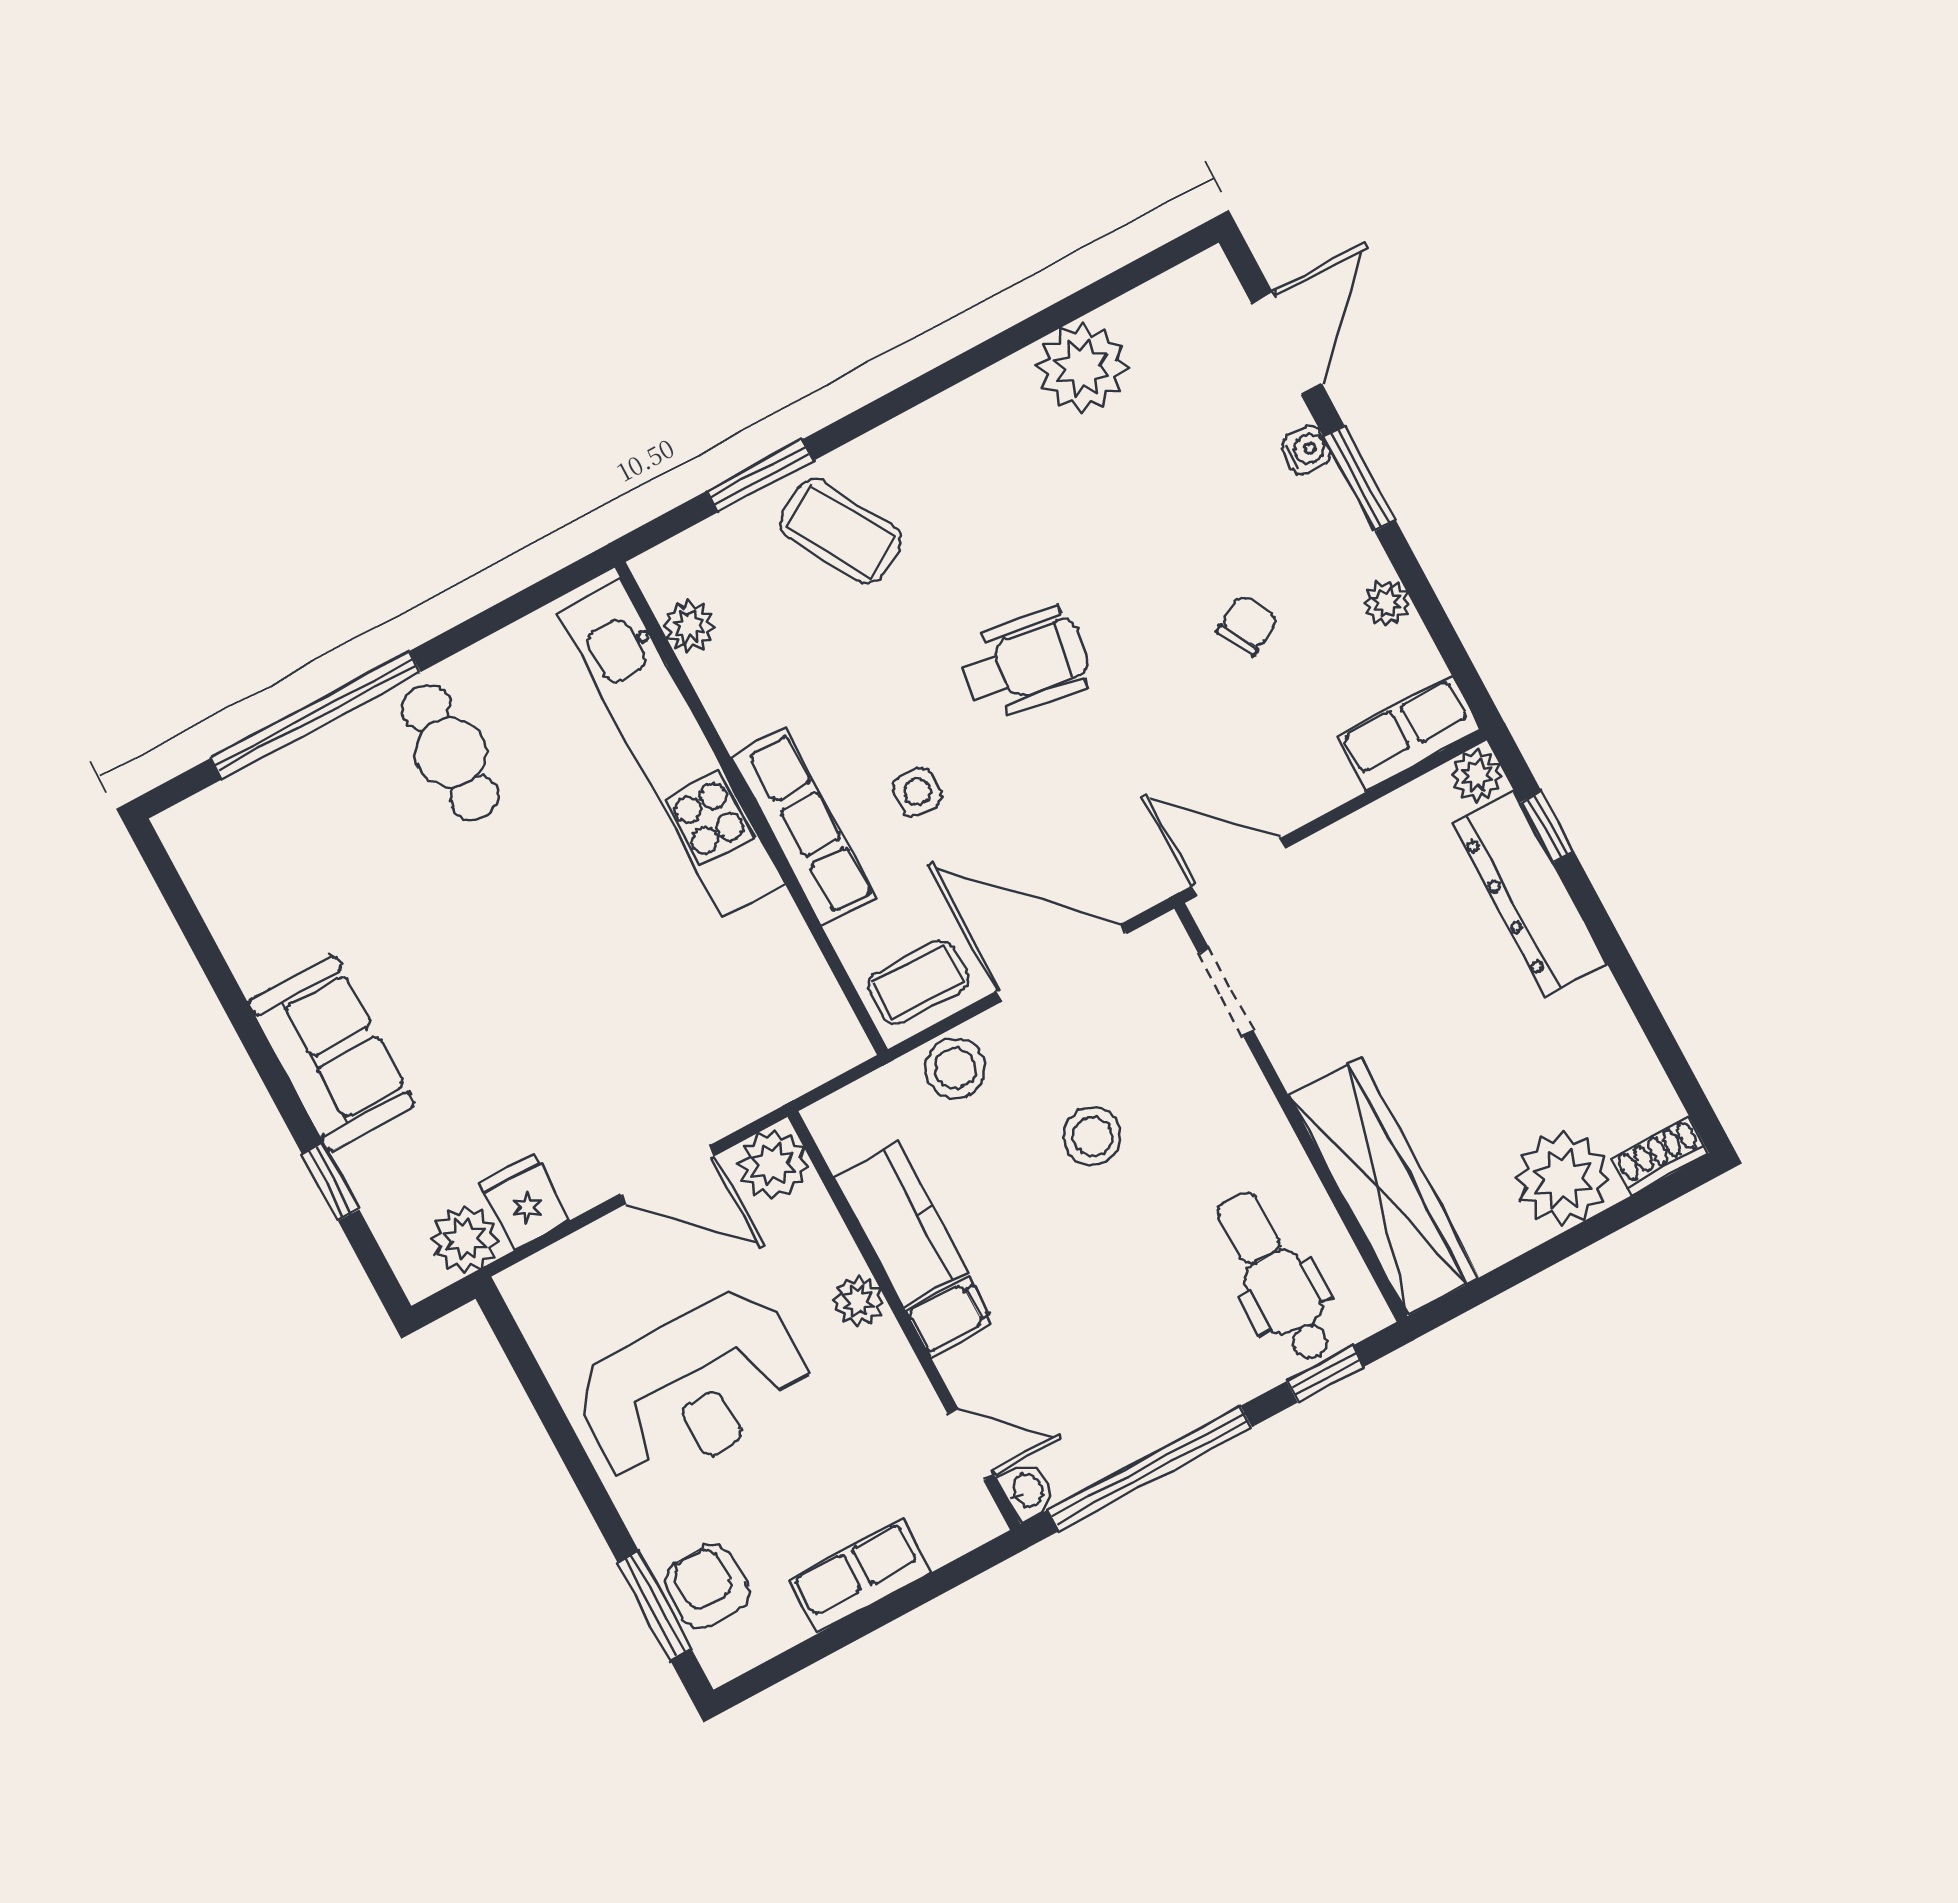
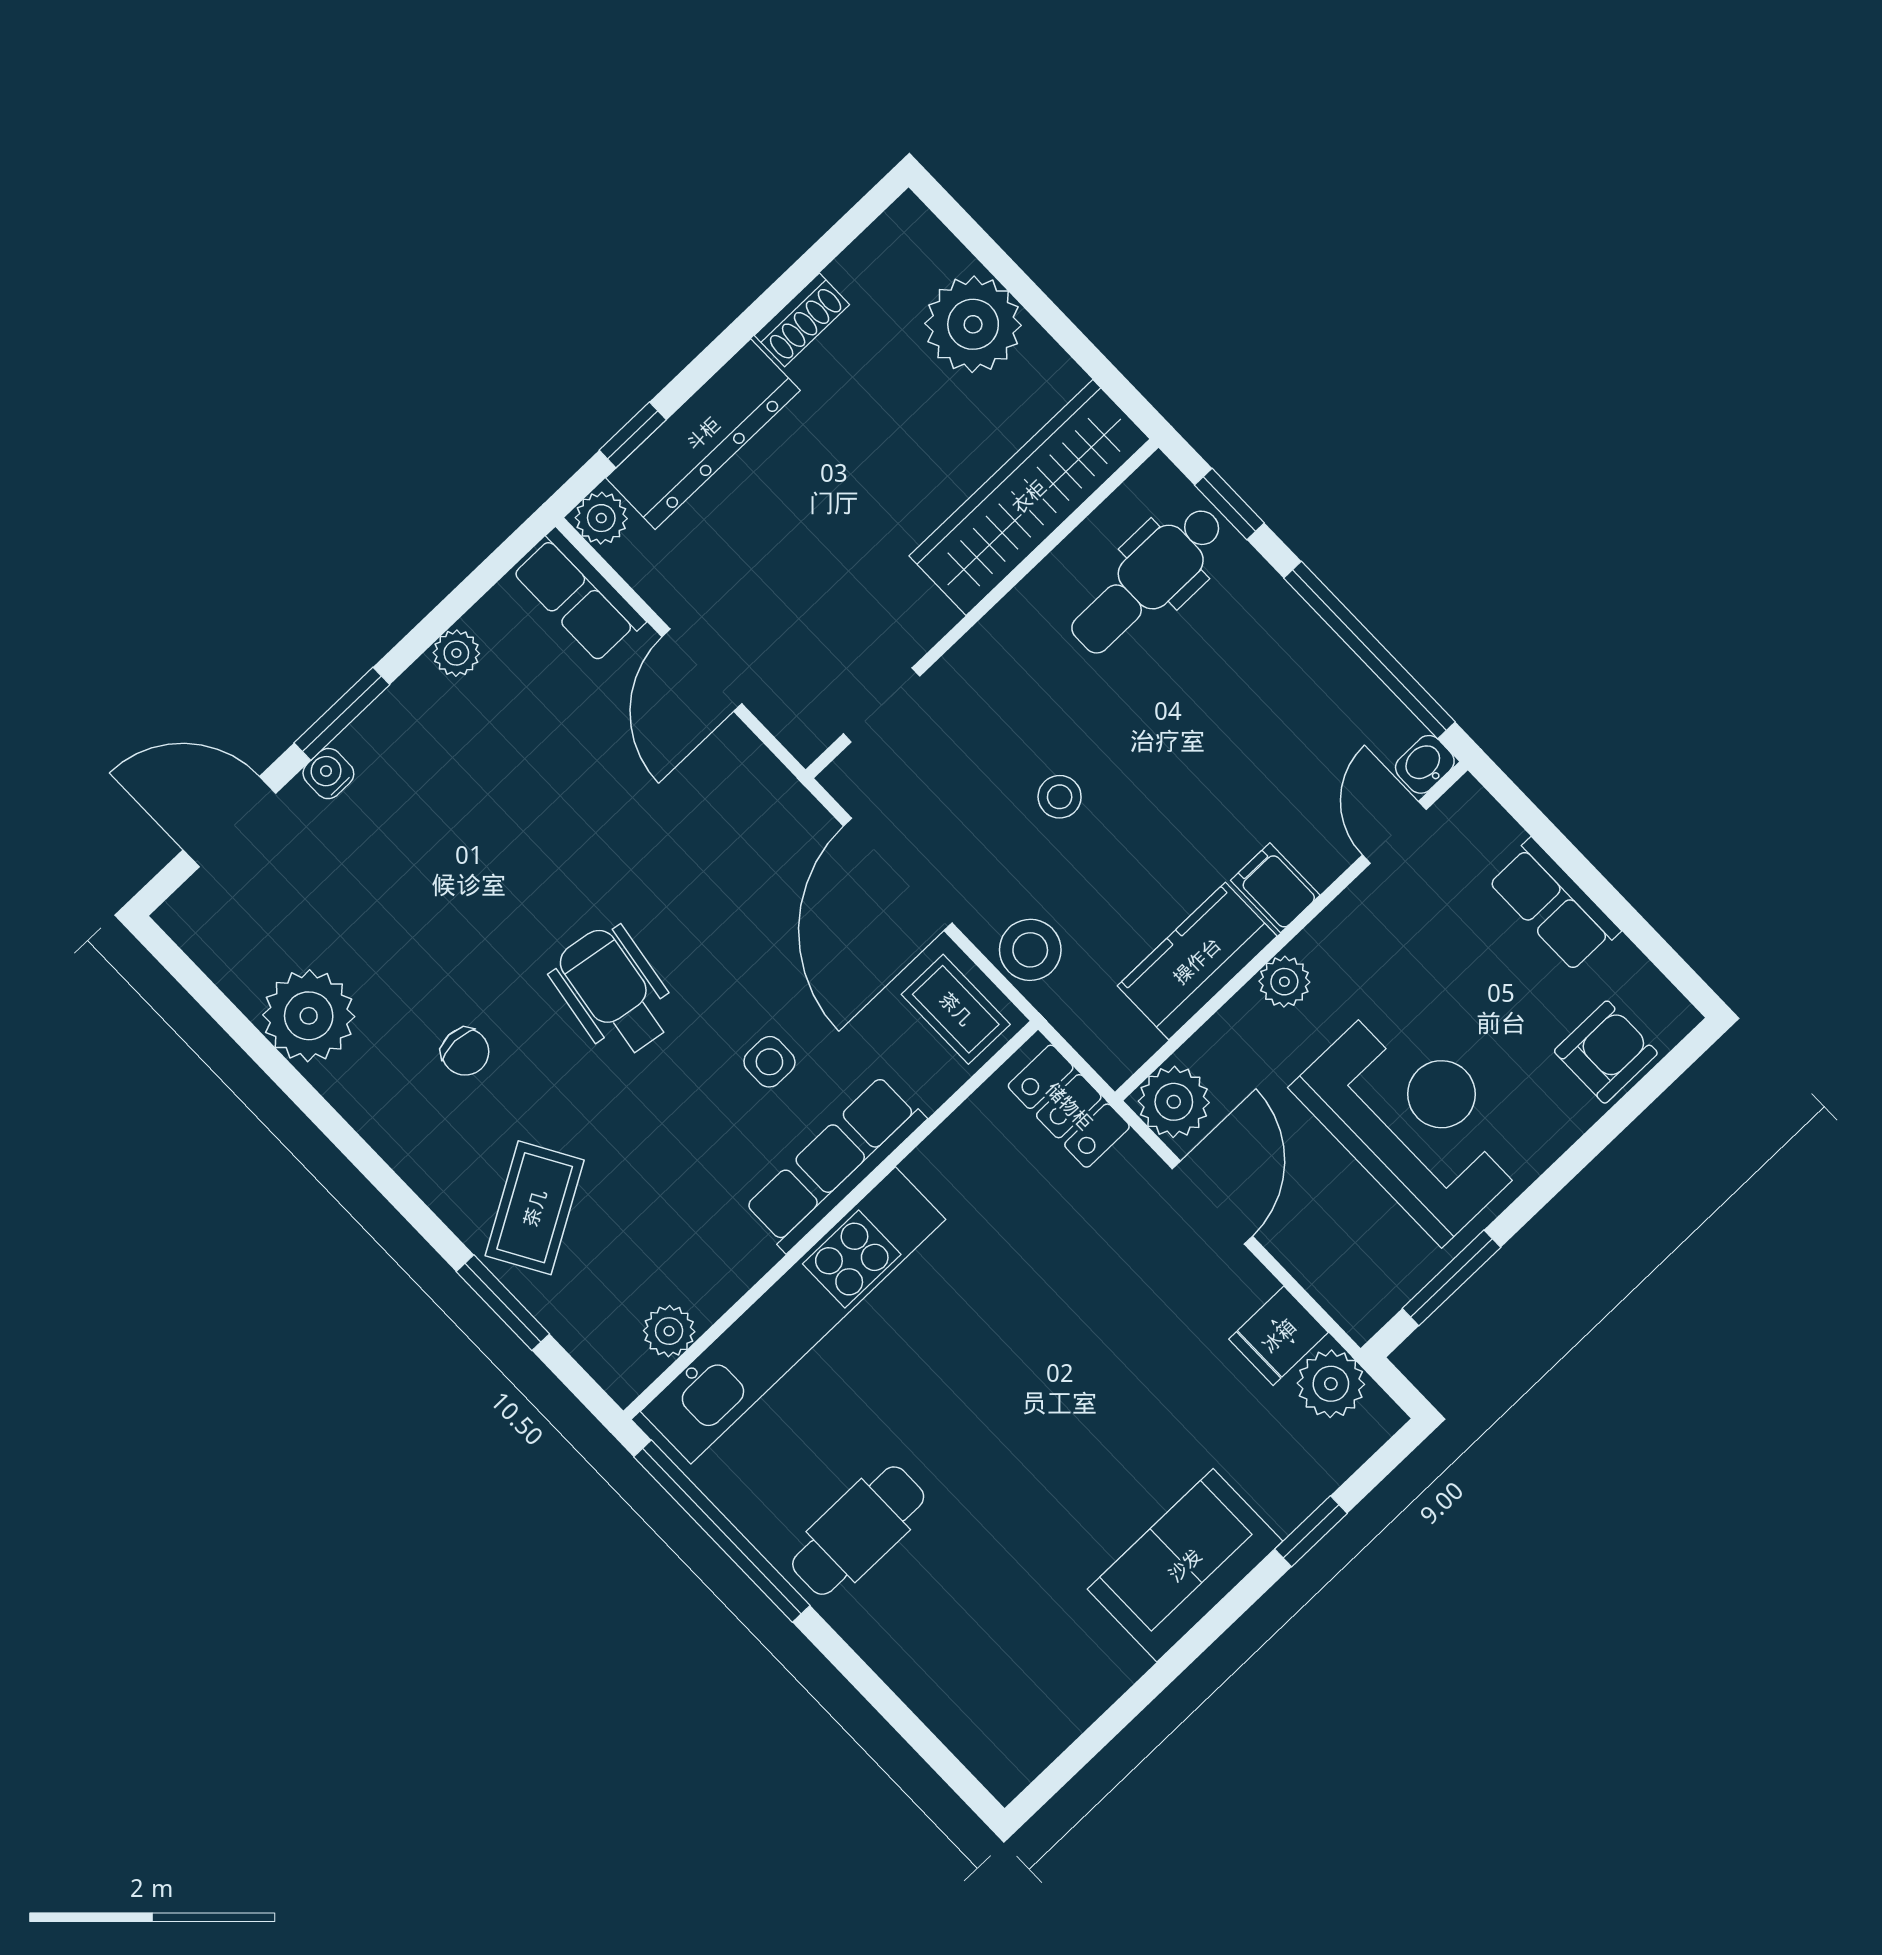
chair: (1247, 625) -> (465, 1052), moved, turned -152
window: (316, 715) -> (722, 1531), moved
door: (1238, 867) -> (702, 670), moved
locker: (797, 1064) -> (1069, 1106), added
stool: (1092, 1136) -> (1060, 797), width x0.73, depth x0.73
shoe rack: (1660, 1156) -> (802, 320), moved, turned -90
armchair: (707, 1587) -> (1606, 1052), turned 180
window: (654, 1605) -> (1451, 1278), moved

